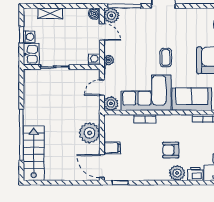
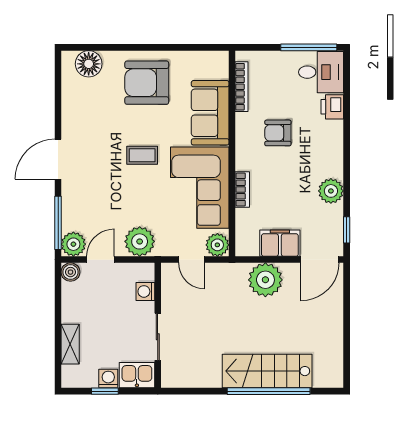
washing machine: (94, 59) -> (145, 291), moved
plant: (109, 60) -> (140, 241), width x1.87, depth x1.87
filing cabinet: (112, 148) -> (280, 243), width x2.00
armchair: (171, 150) -> (278, 133), moved, turned 90
stairs: (34, 153) -> (267, 371), moved
plant: (177, 173) -> (331, 191), moved

